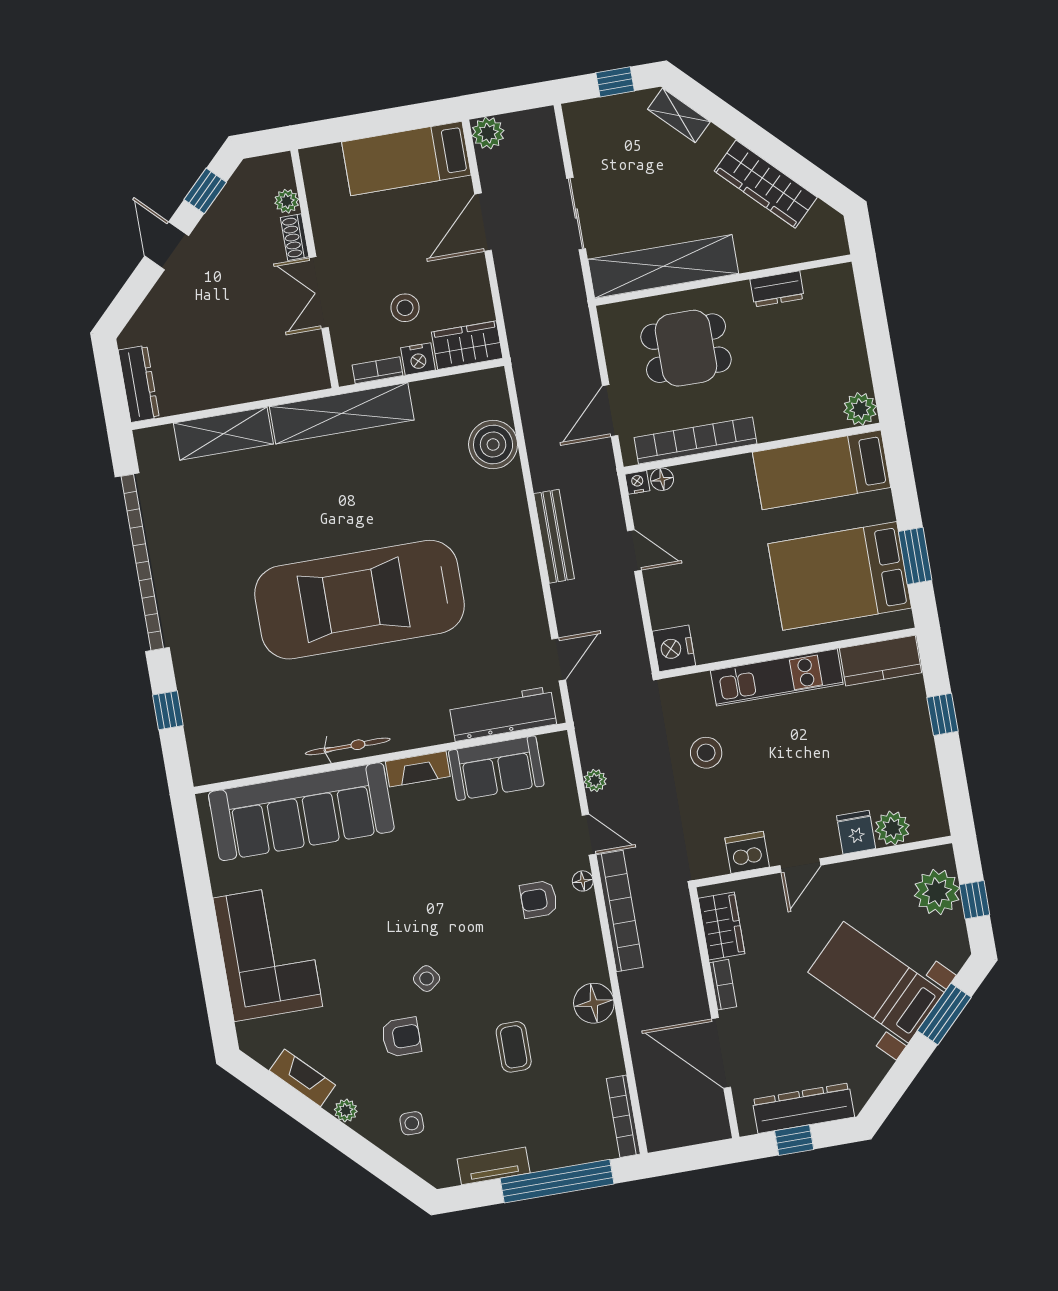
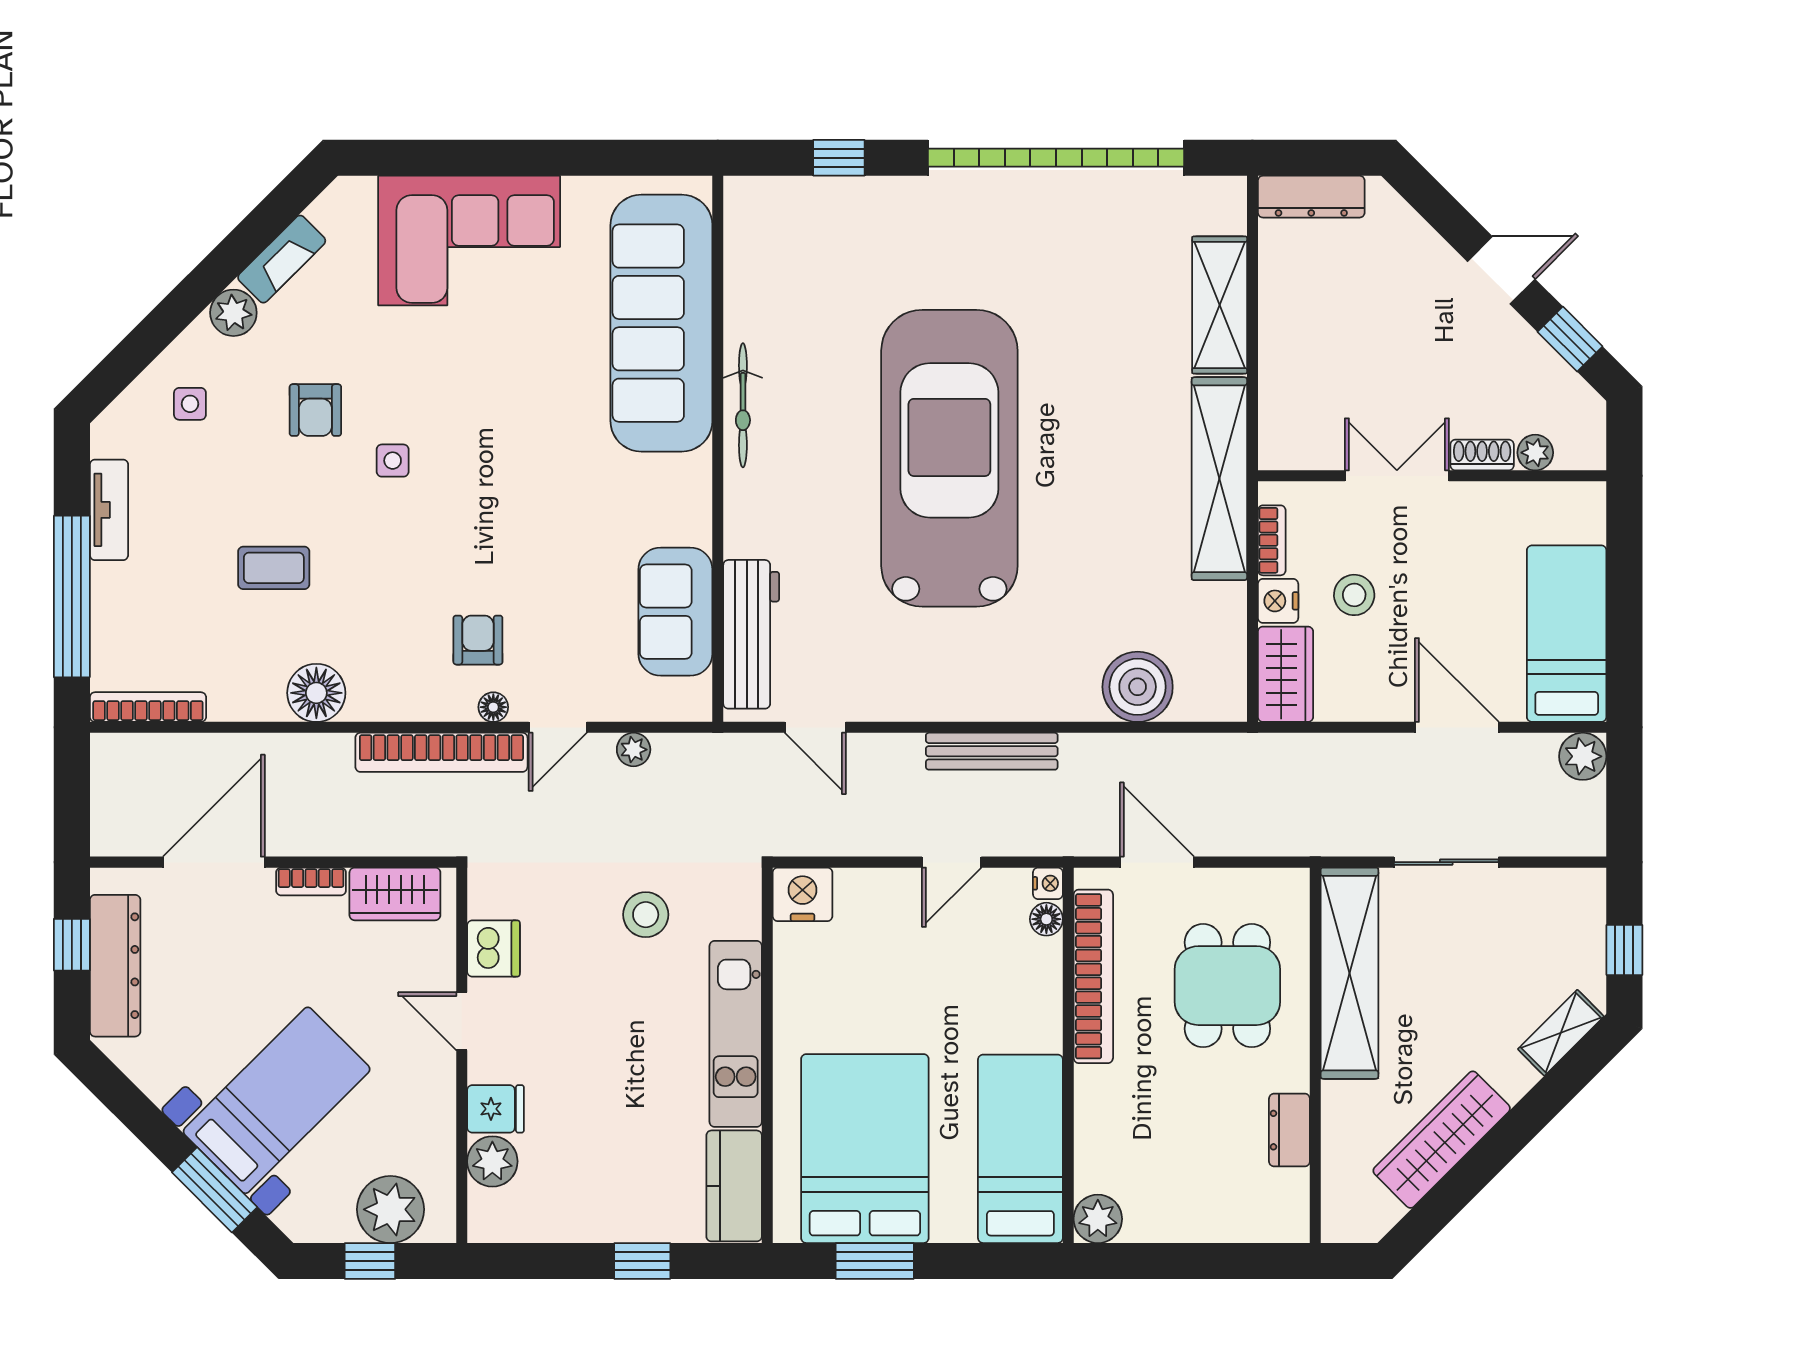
fireplace: (418, 769) -> (693, 500), removed
side table: (427, 979) -> (393, 461), turned 37
plant: (346, 1110) -> (233, 313), width x1.38, depth x1.38

